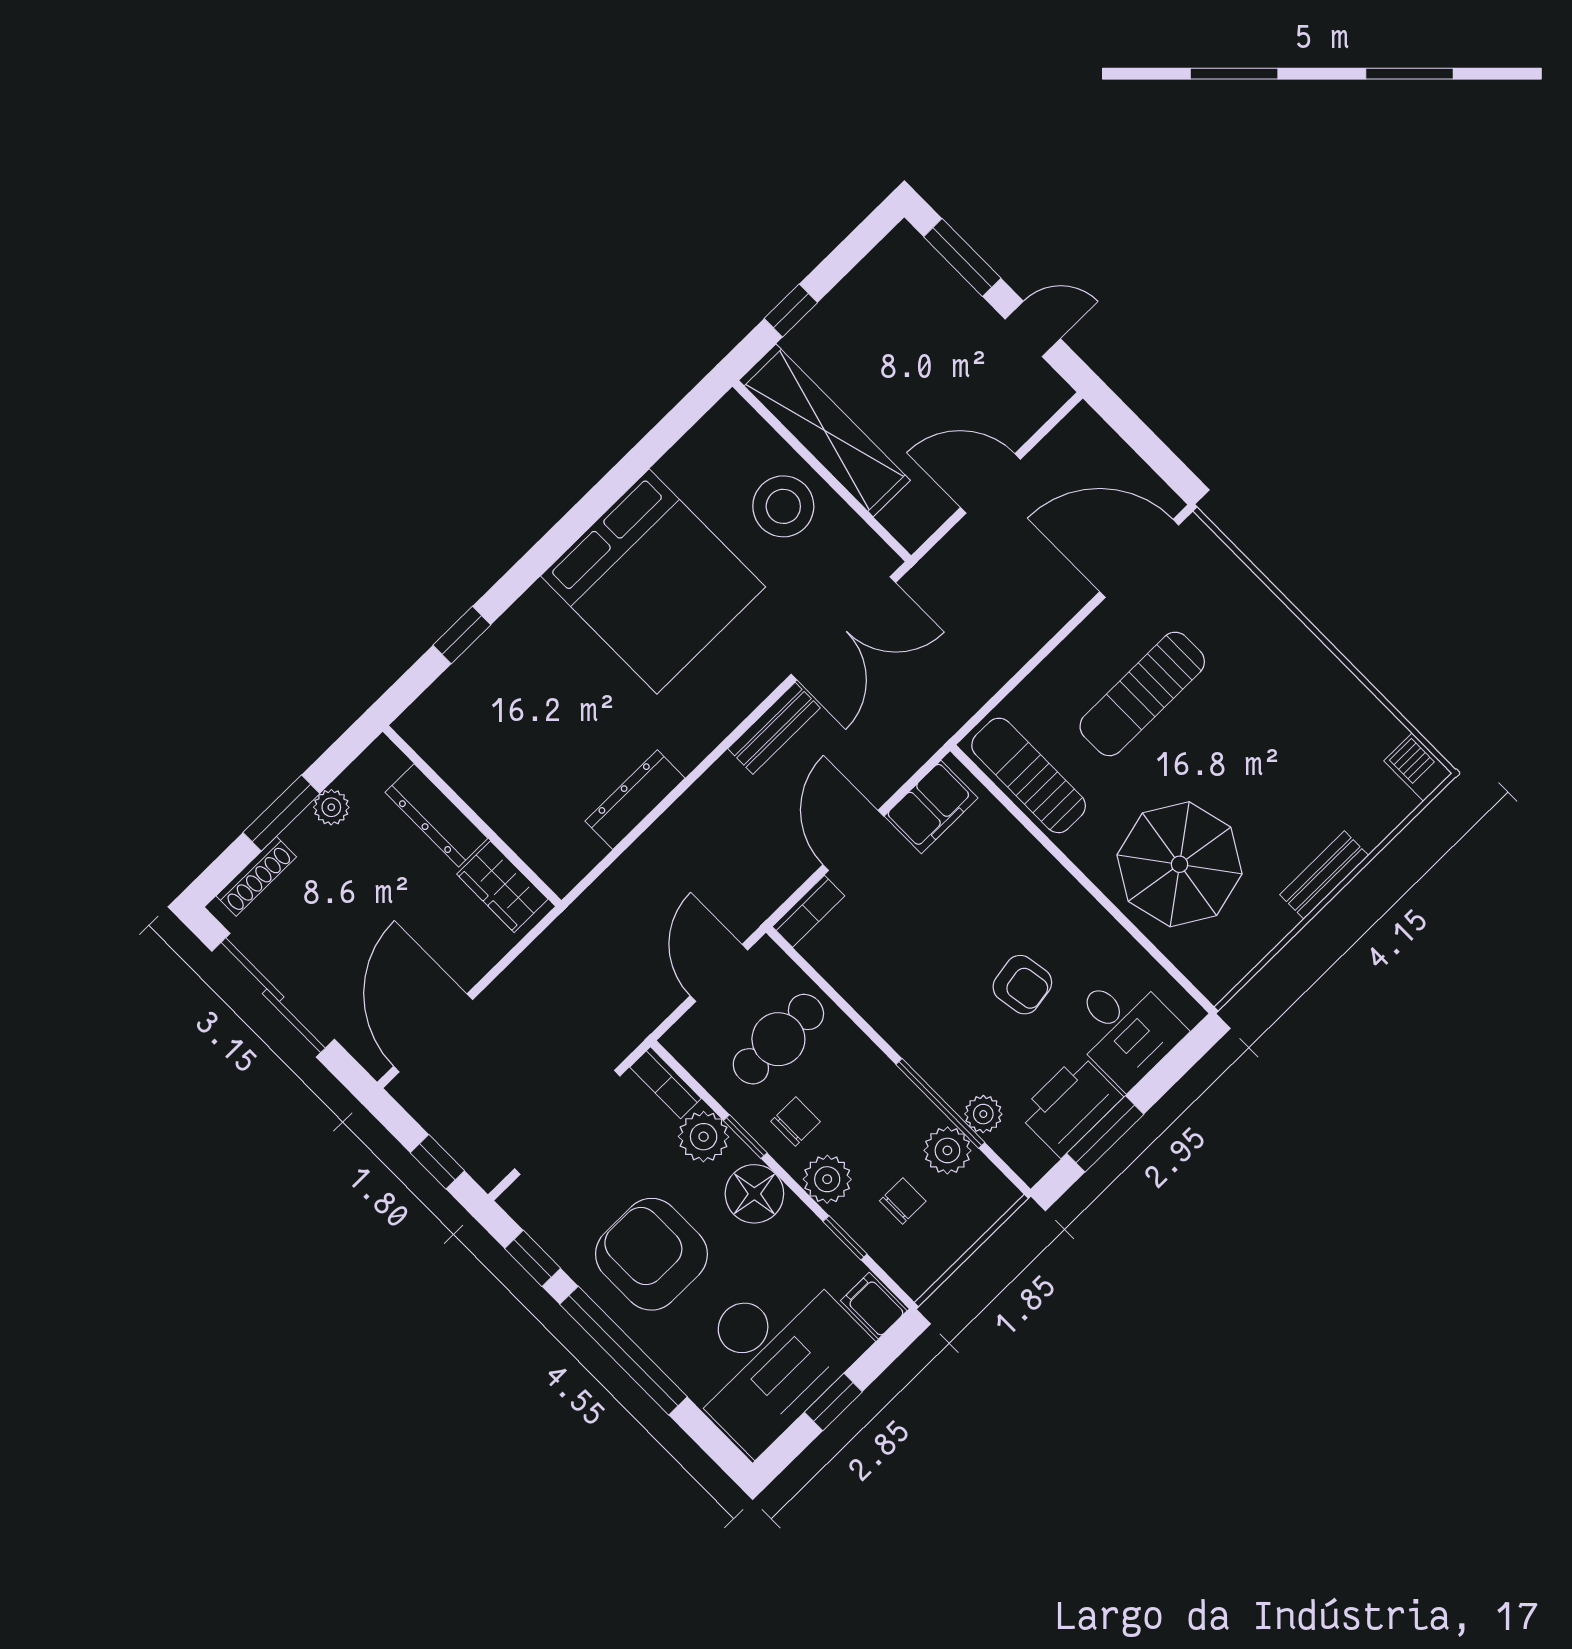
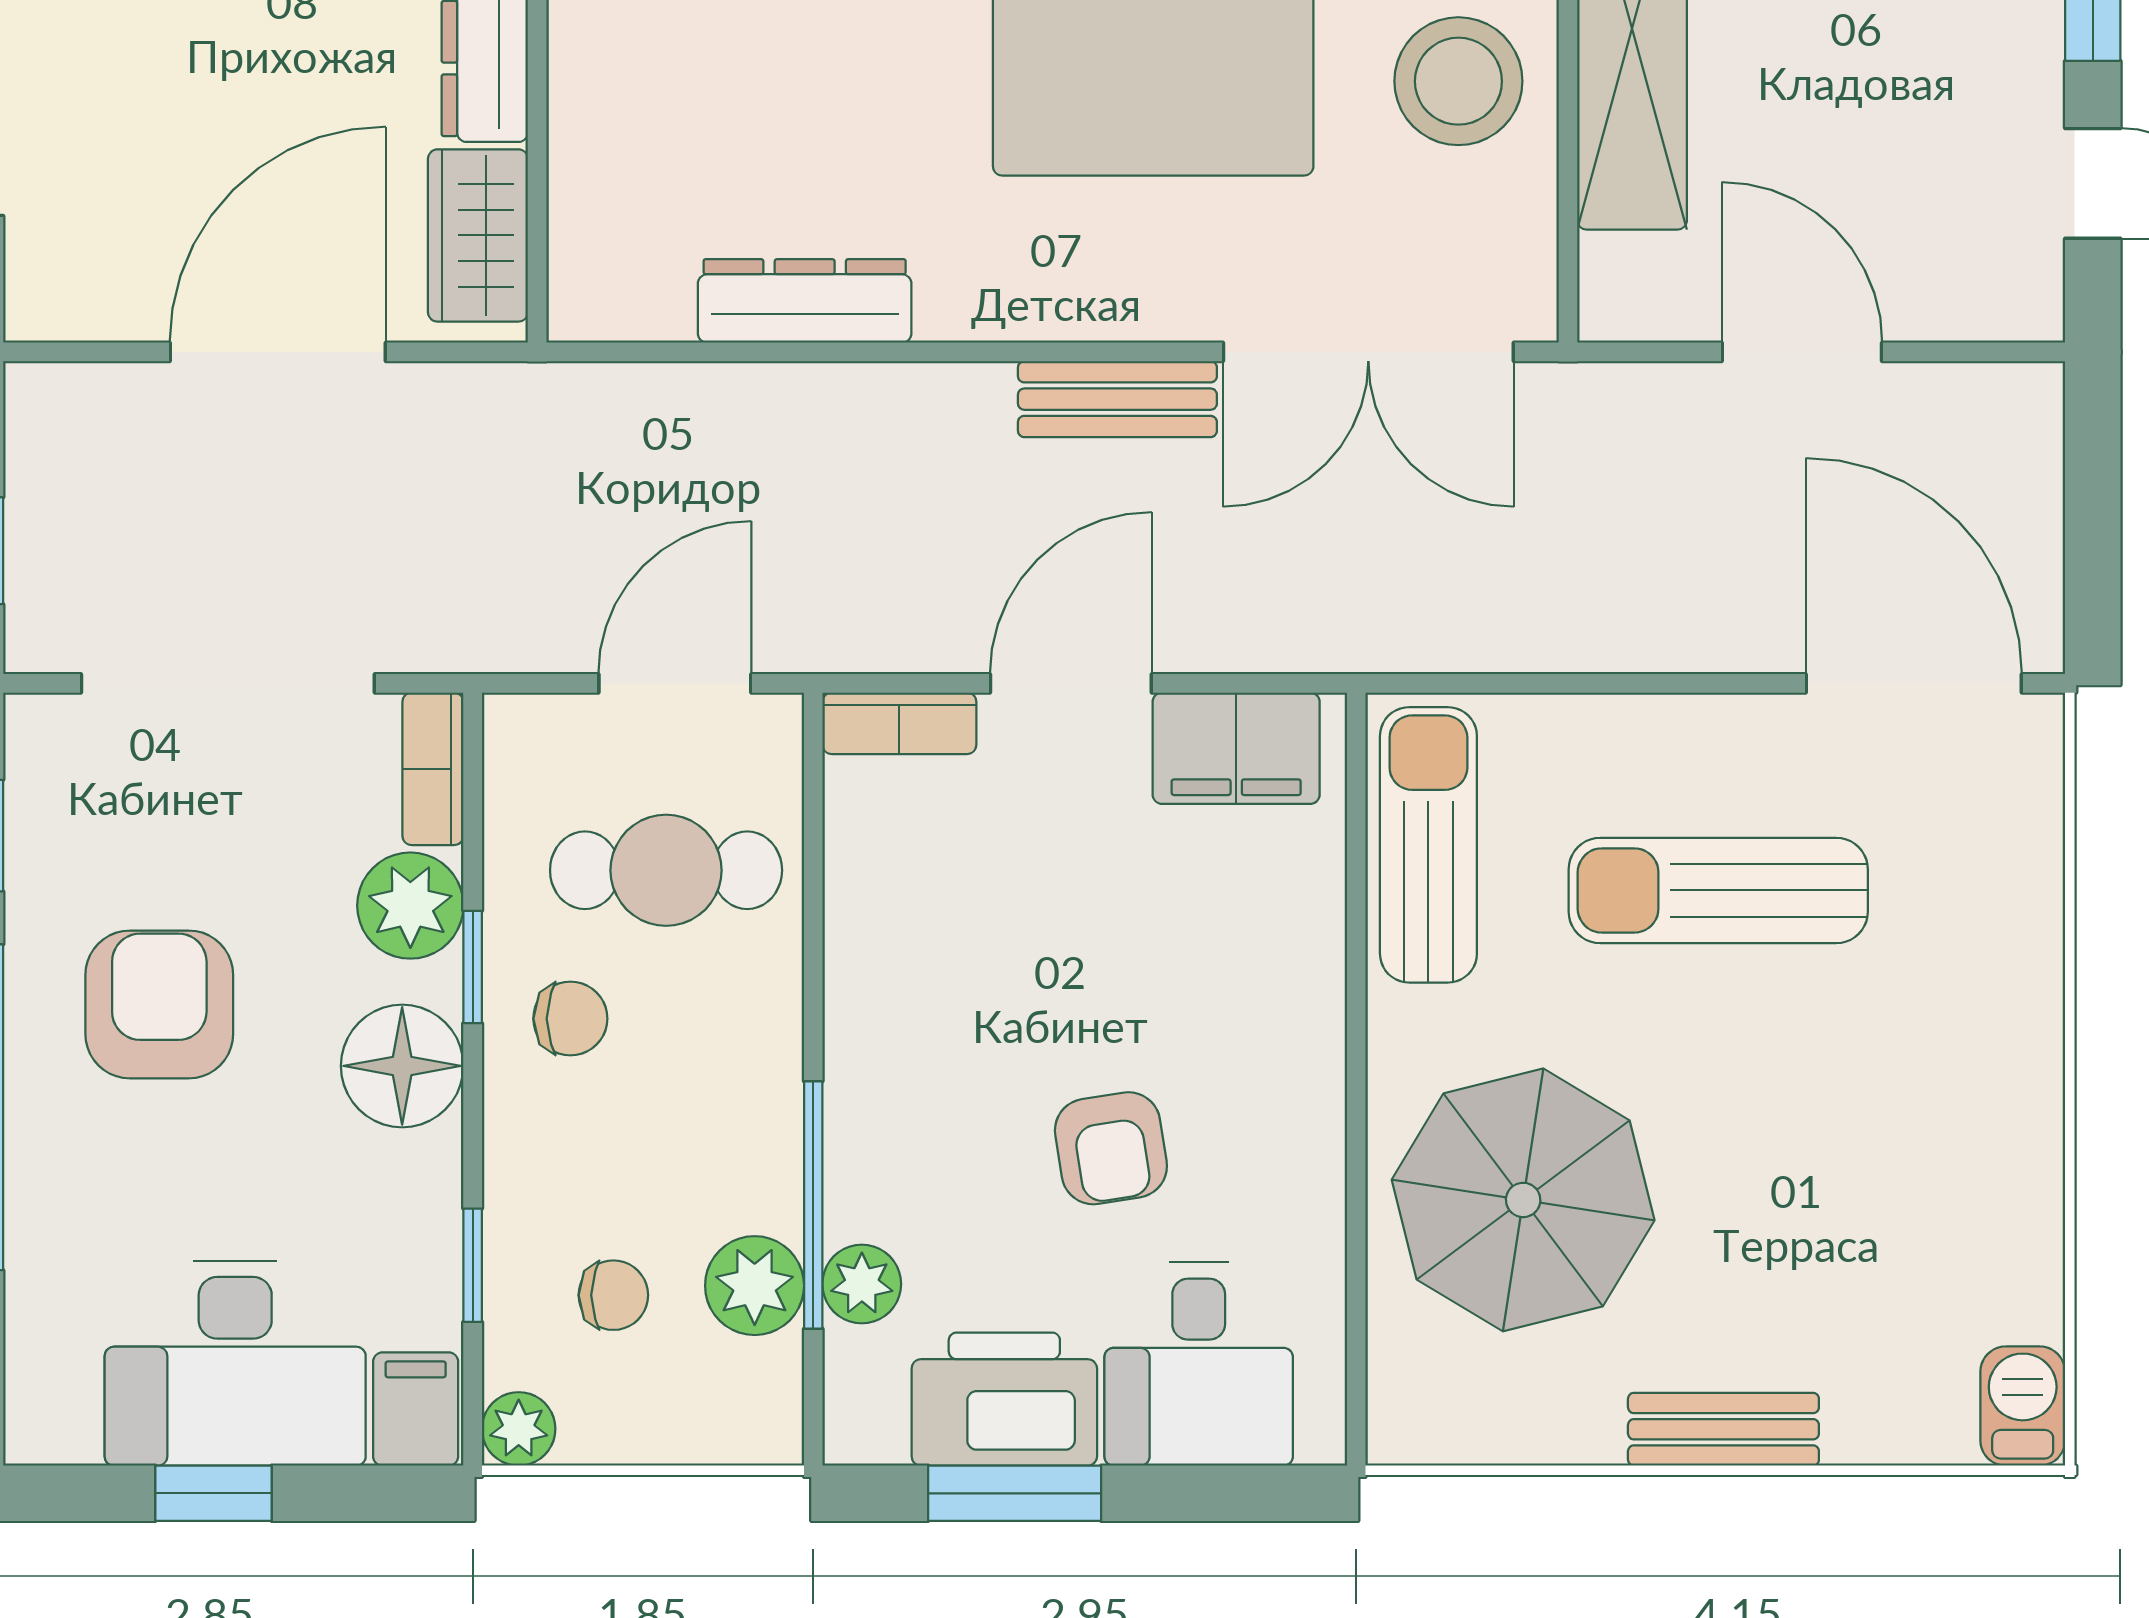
door: (433, 1033) -> (278, 352), moved
plant: (827, 1179) -> (519, 1429), moved, width x0.73, depth x0.73
armchair: (651, 1254) -> (159, 1004), width x0.73, depth x0.73
desk: (771, 1356) -> (235, 1363), width x0.73, depth x0.77

